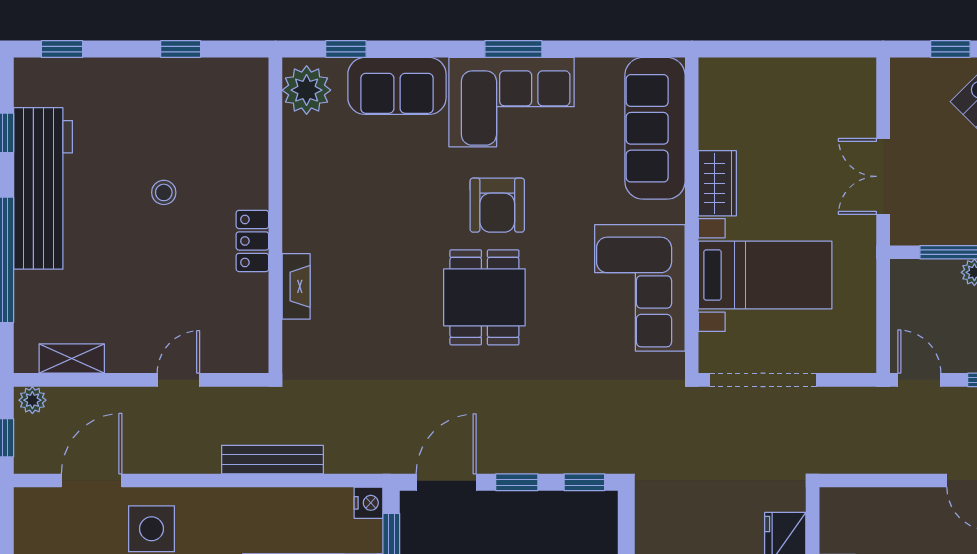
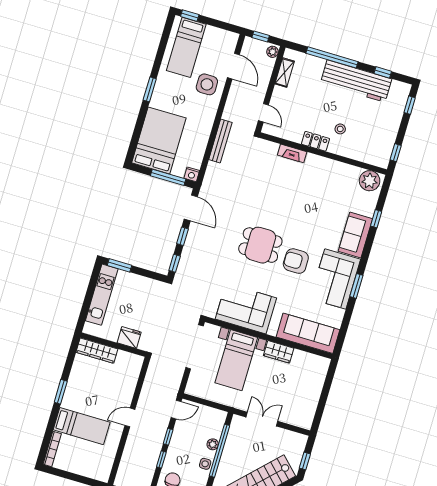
plant: (307, 90) -> (370, 181), moved
wall: (275, 215) -> (323, 154), moved
locker: (252, 241) -> (315, 141), moved
fireplace: (296, 286) -> (292, 153), moved

